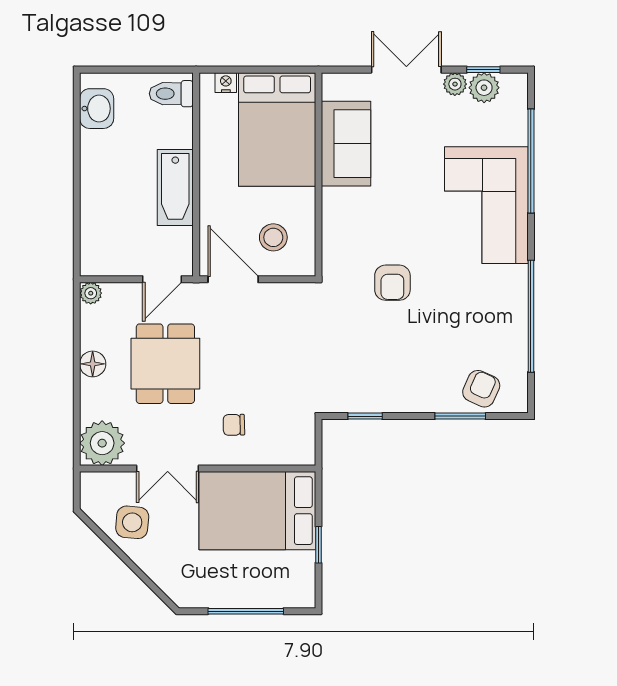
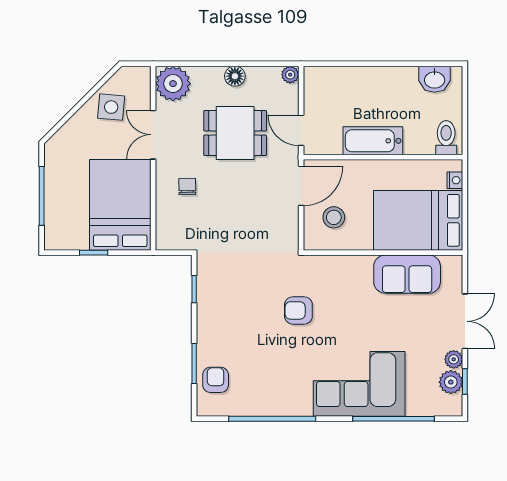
armchair: (481, 389) -> (216, 380), turned -114

